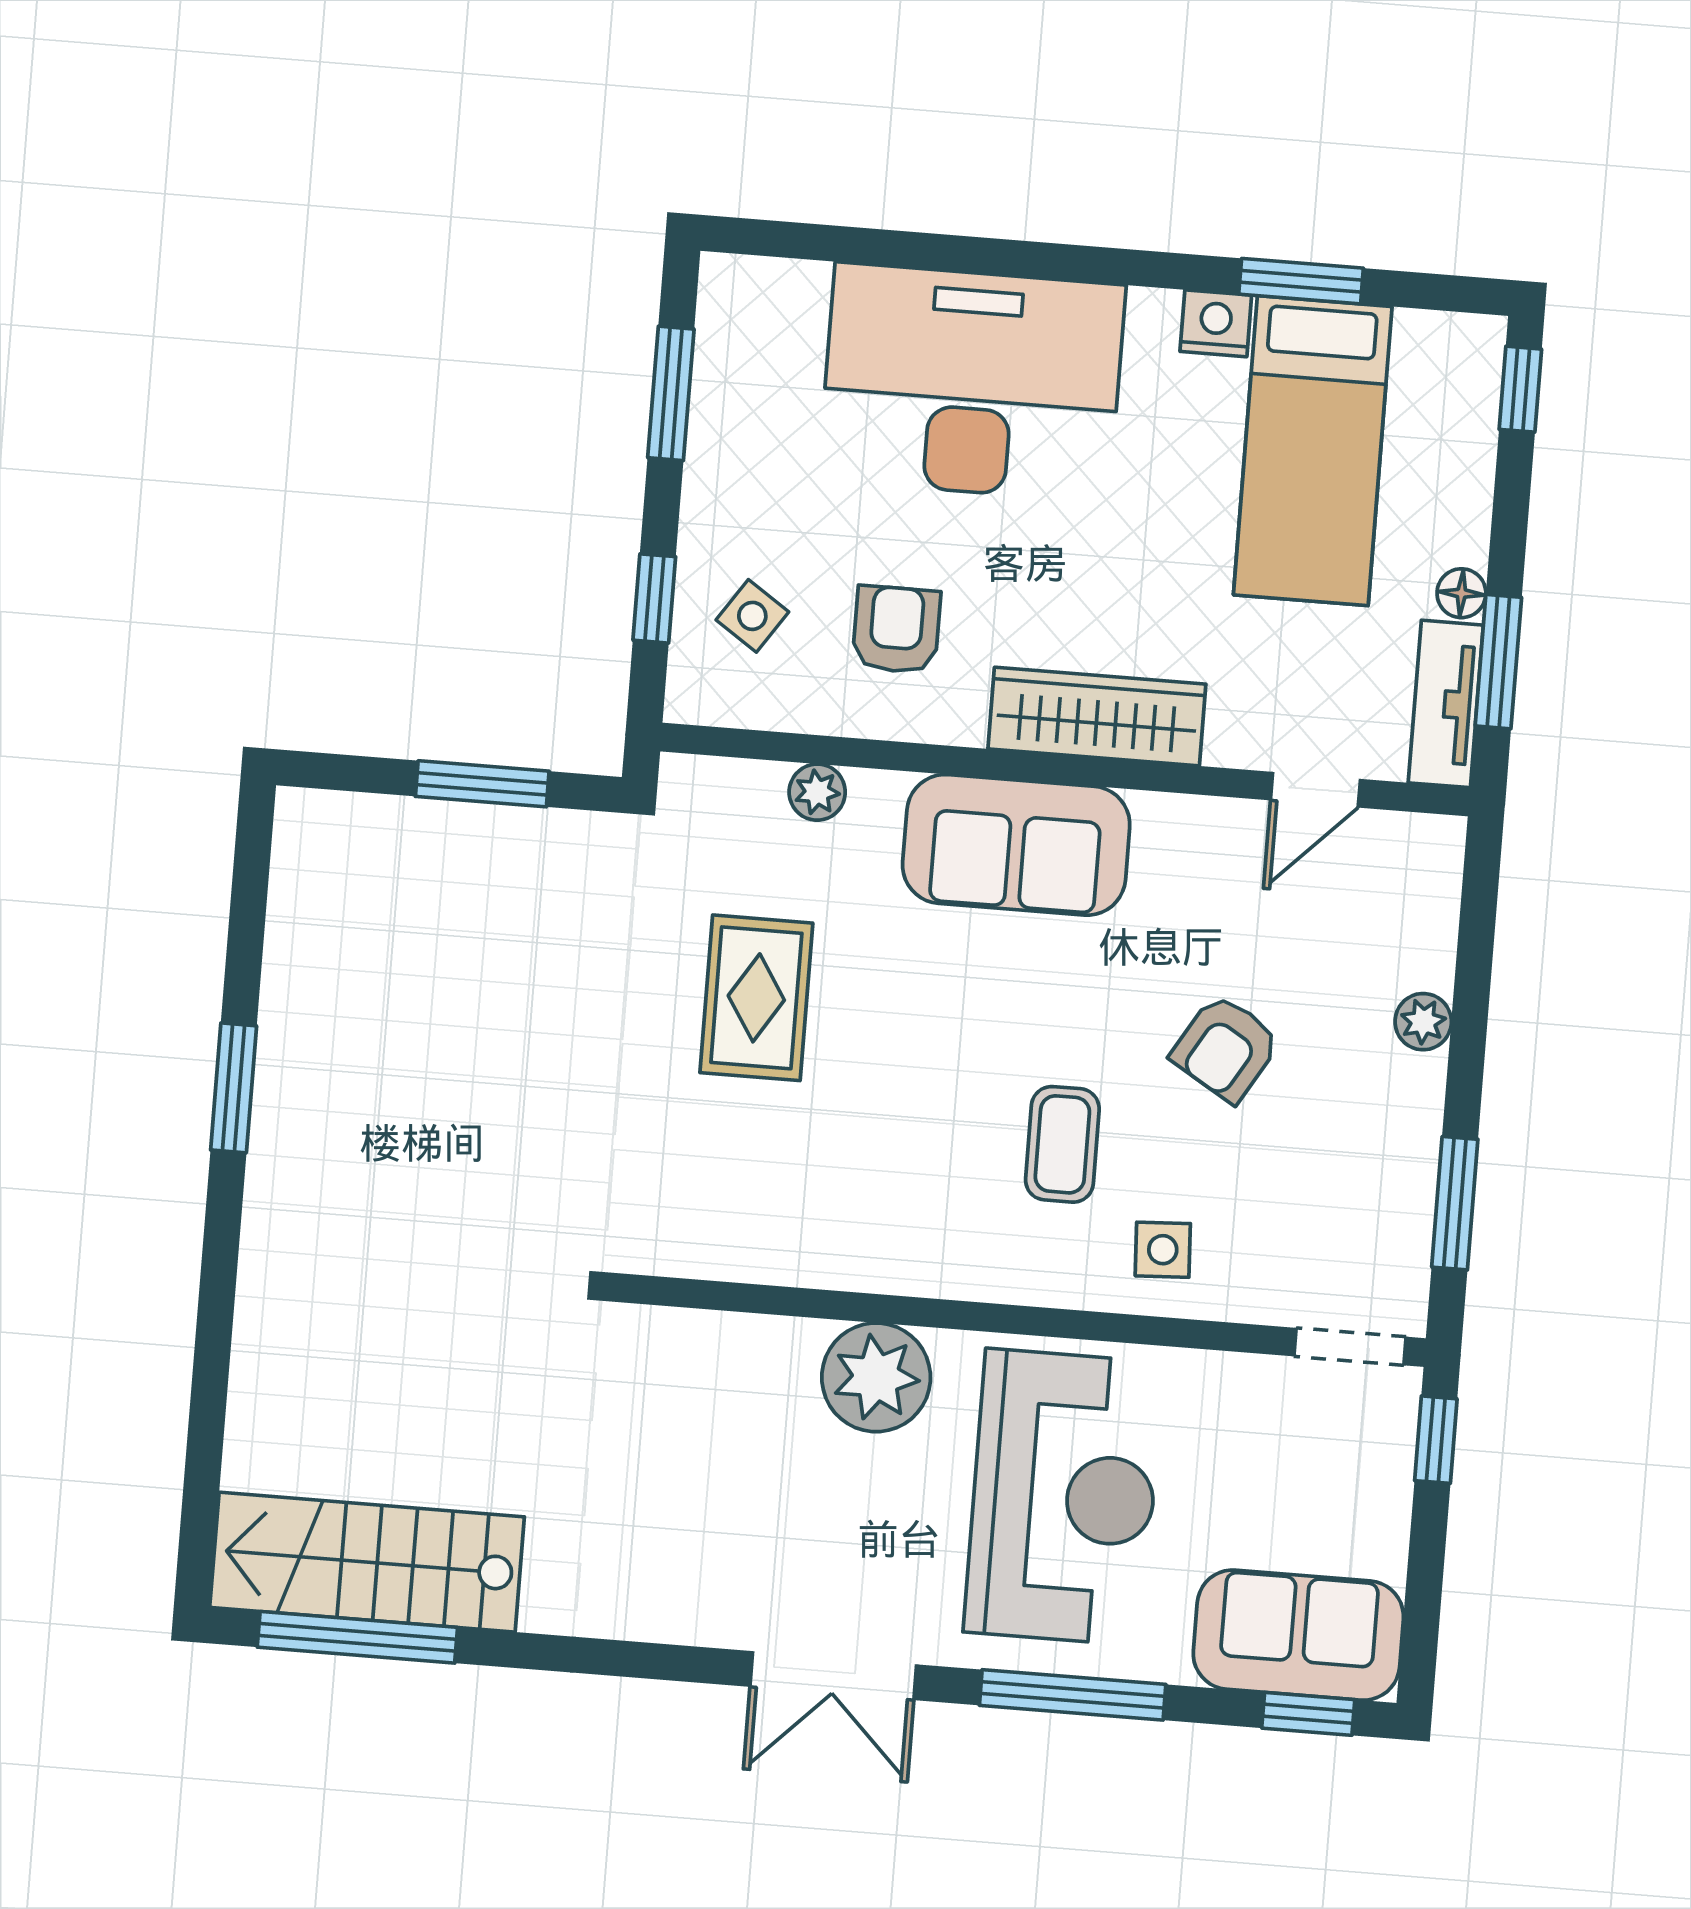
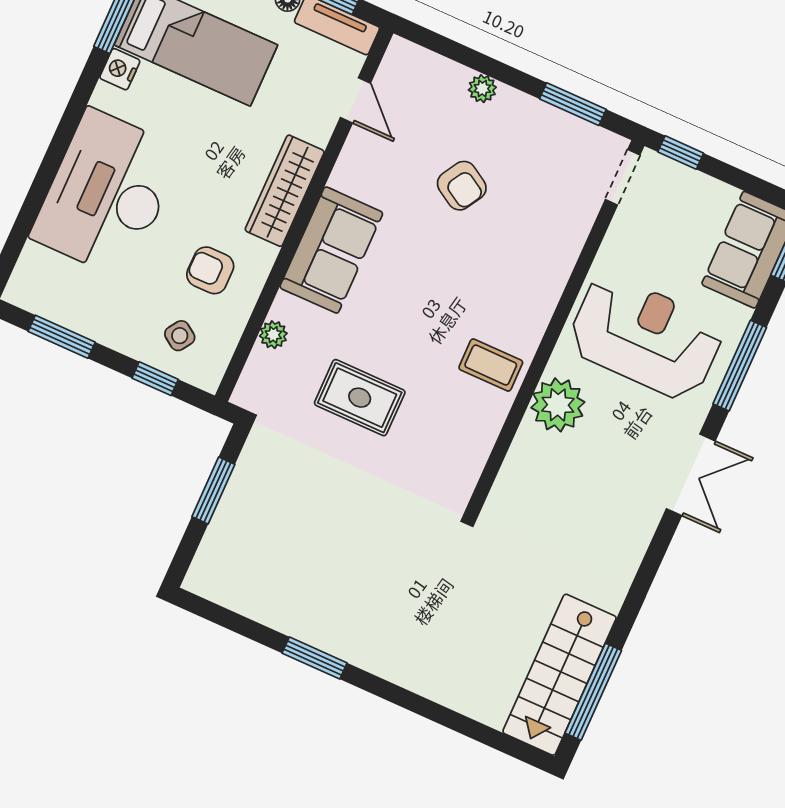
coffee table: (1062, 1144) -> (491, 365), moved
side table: (1163, 1250) -> (546, 249), removed

